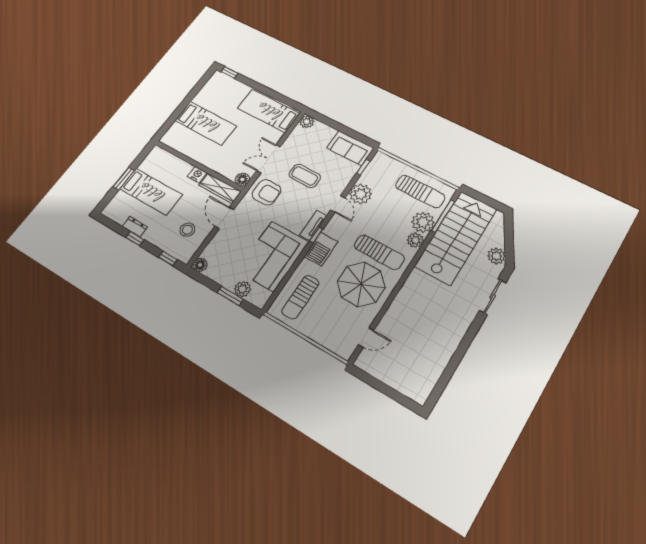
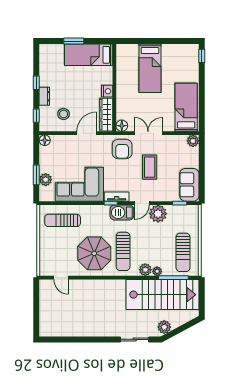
bed: (151, 192) -> (89, 55), moved, turned 90
plant: (423, 222) -> (157, 271), width x0.53, depth x0.53
dresser: (135, 227) -> (44, 96), moved
barbecue: (321, 249) -> (122, 213), moved

